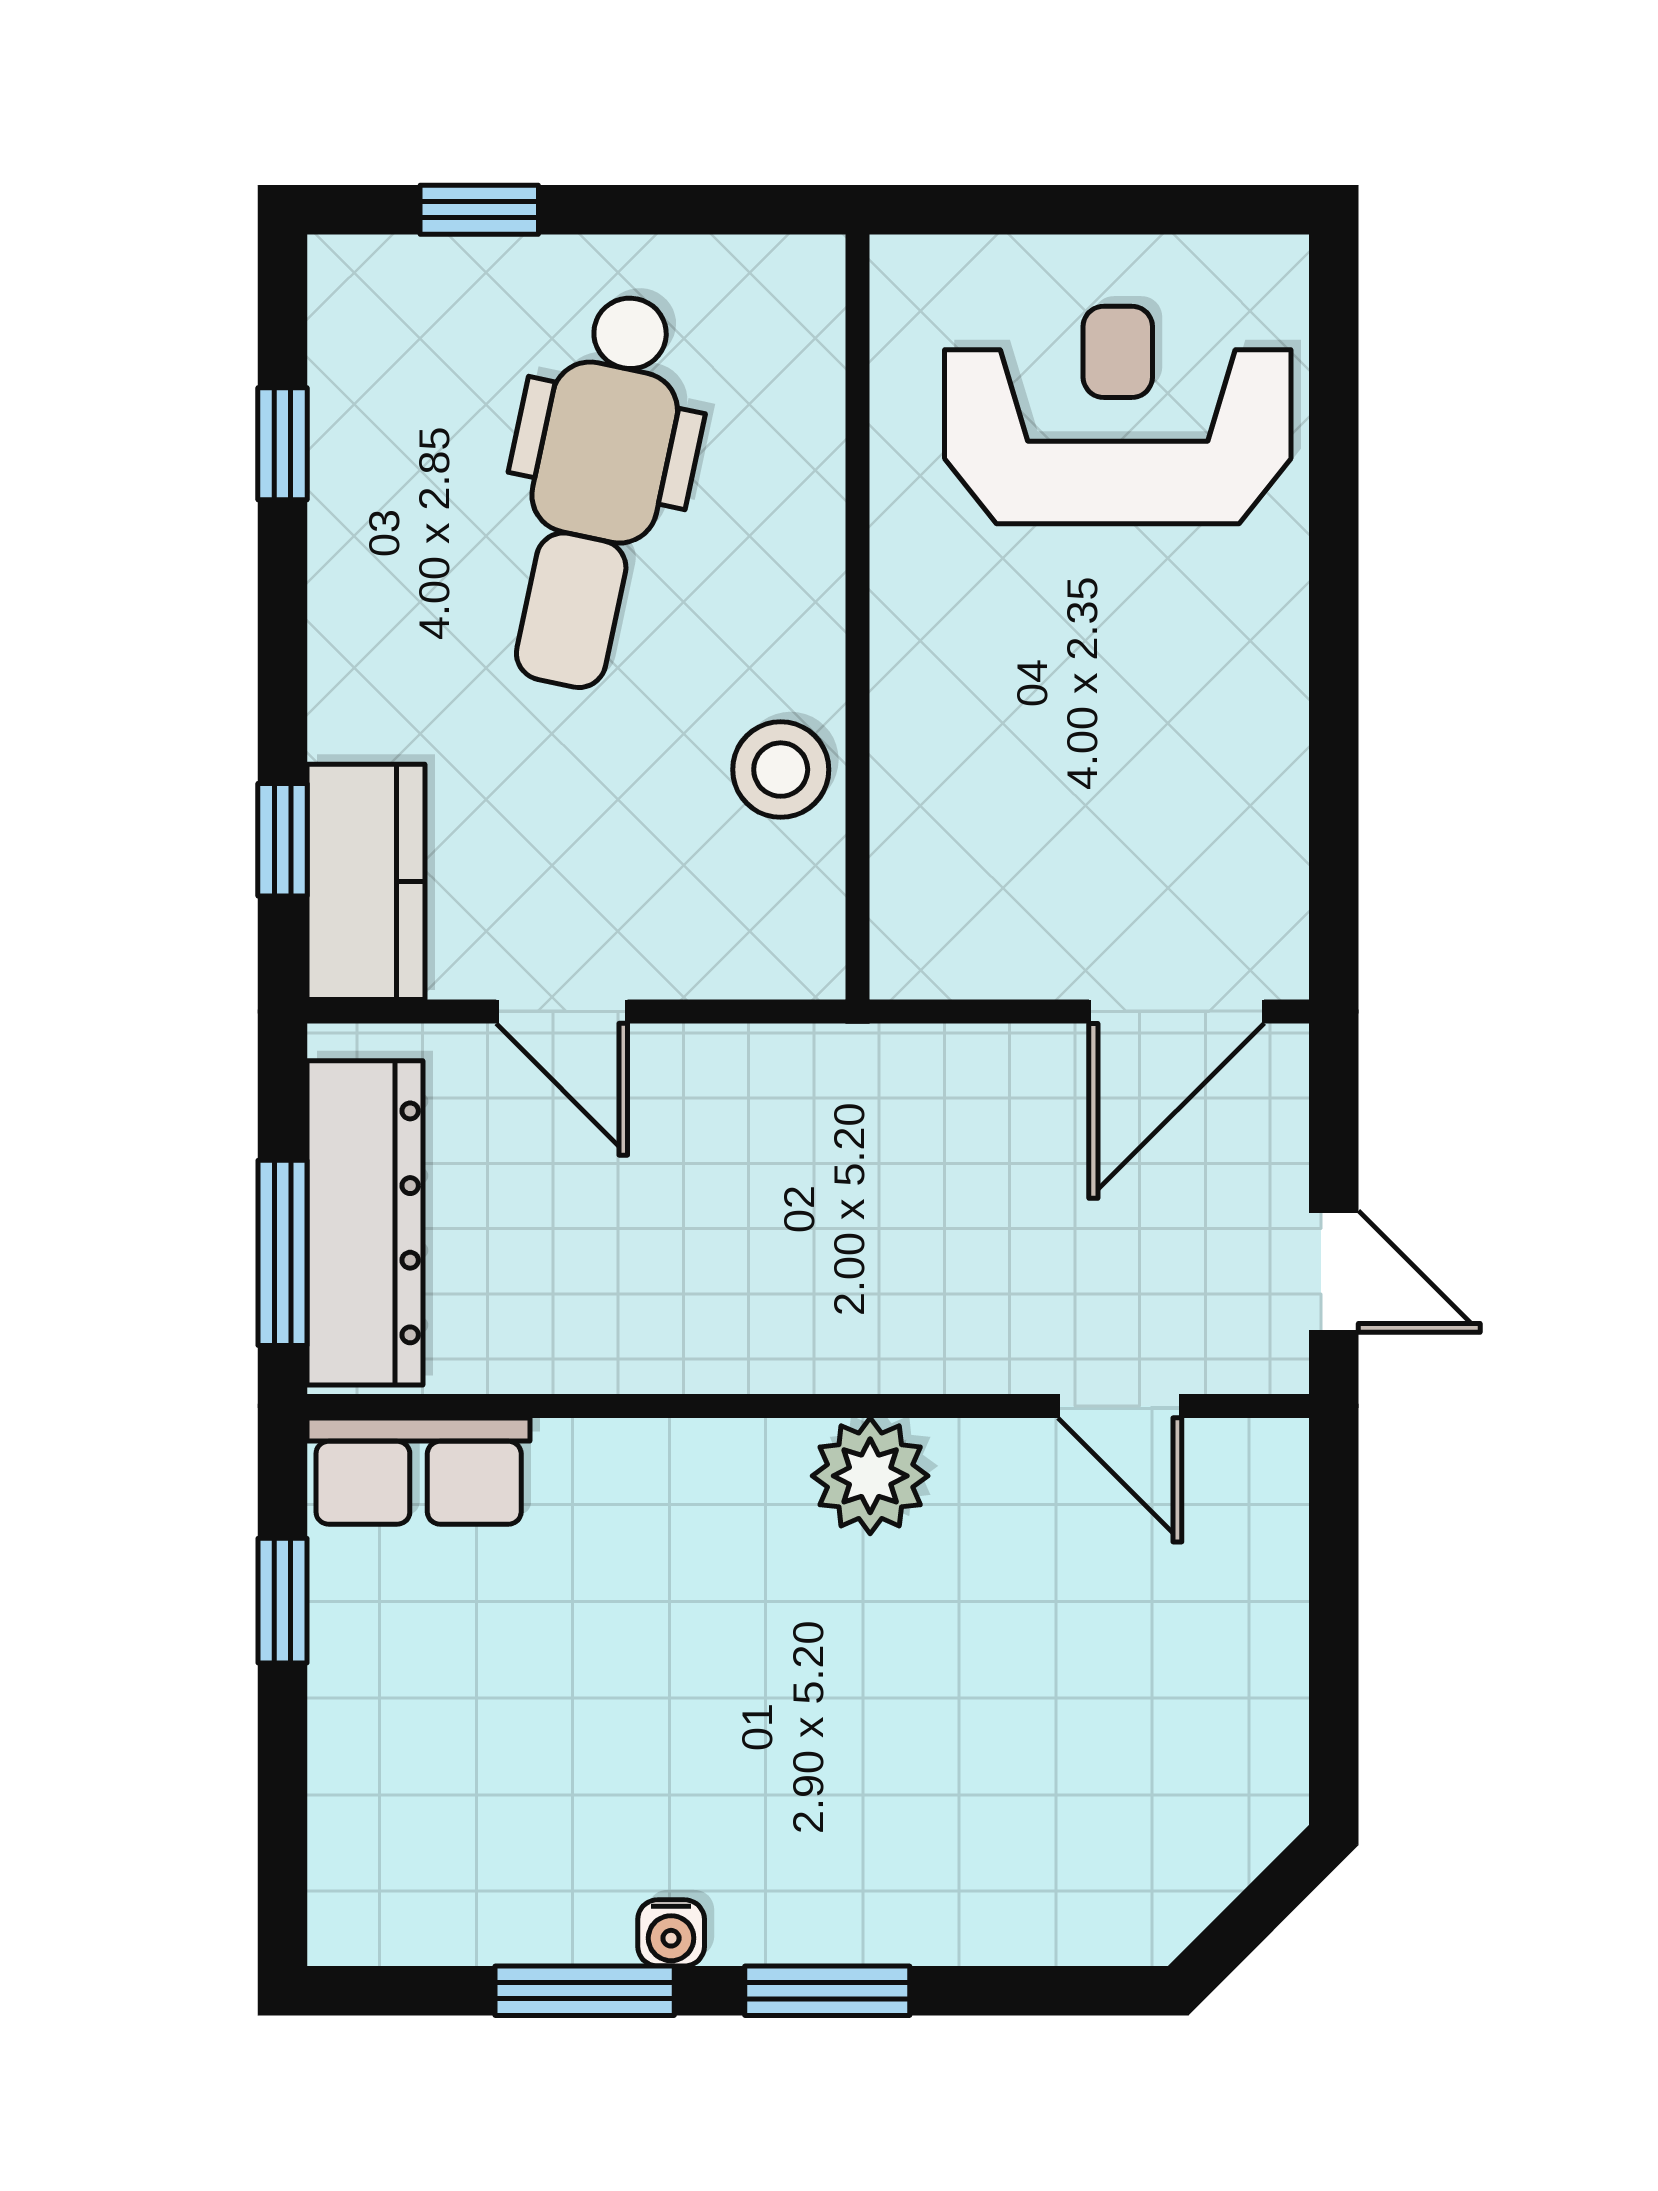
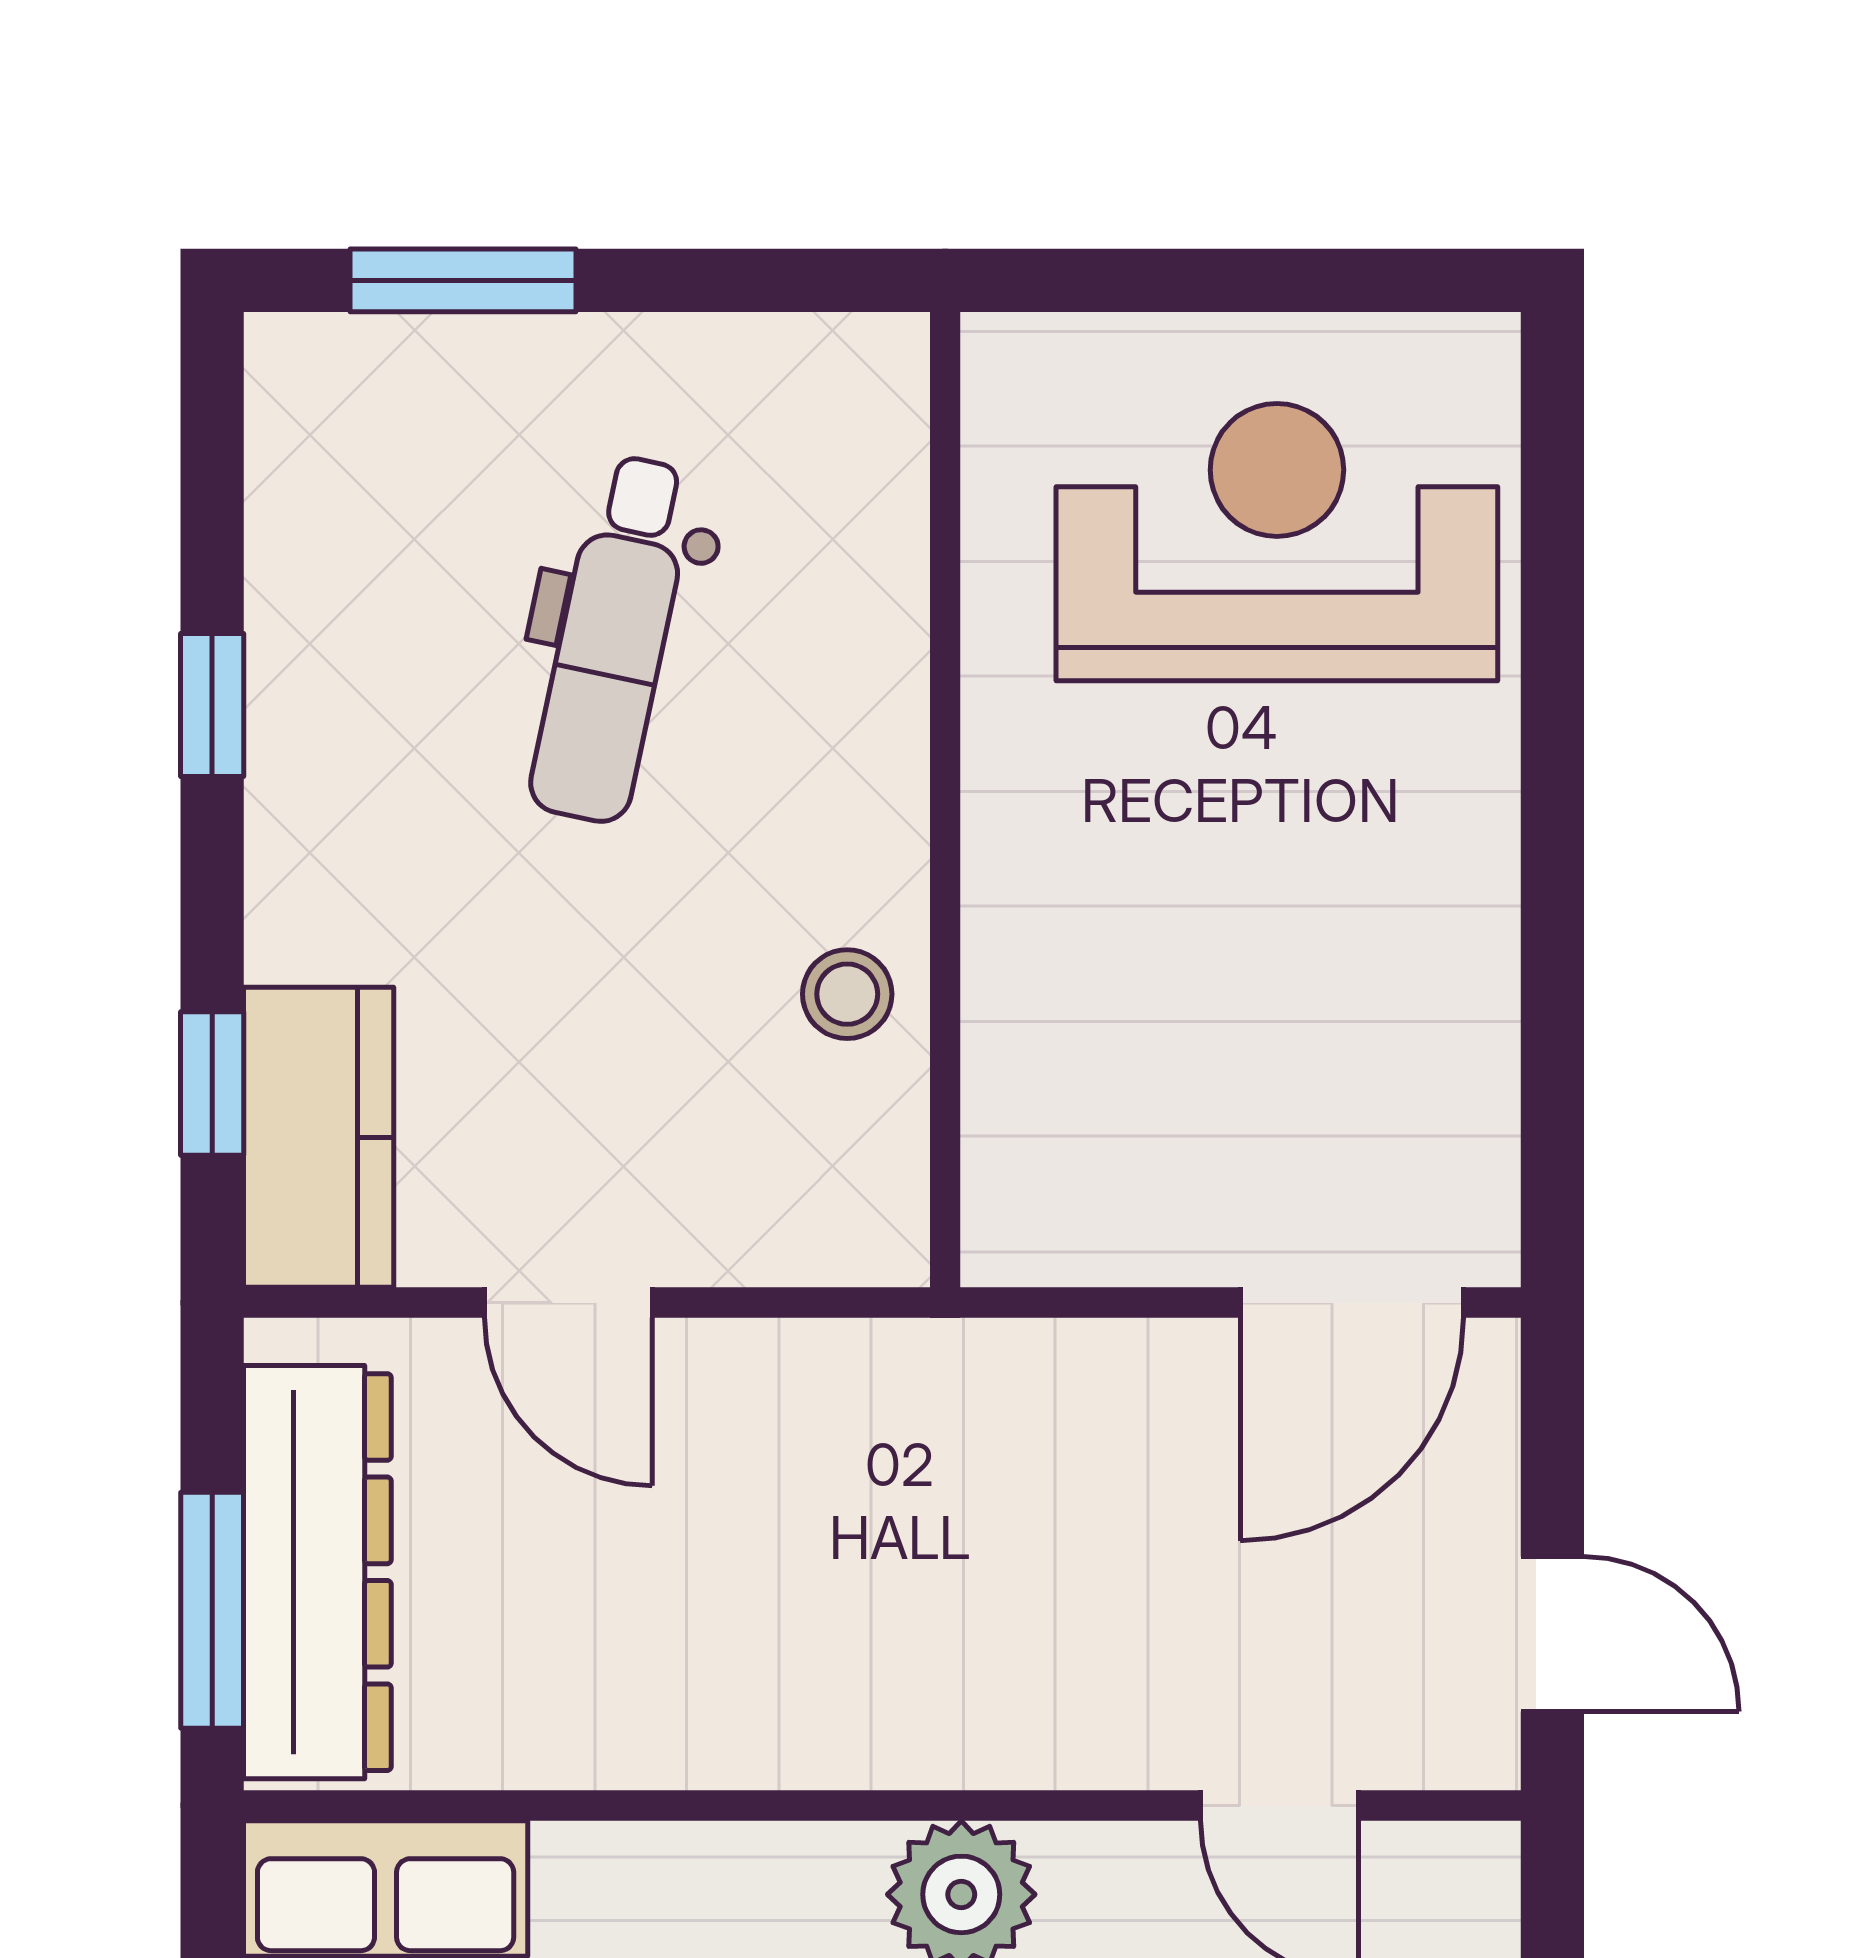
window: (479, 210) -> (463, 280), width x1.50
window: (283, 444) -> (212, 705), moved
dental chair: (597, 491) -> (612, 639), width x0.73, depth x0.72
stool: (781, 770) -> (847, 994), width x0.73, depth x0.73

